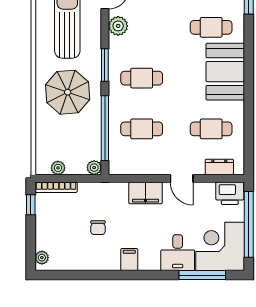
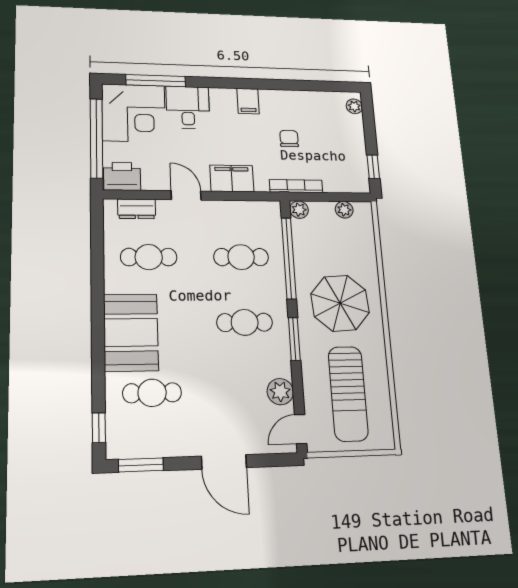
bookcase: (56, 187) -> (296, 186), moved

